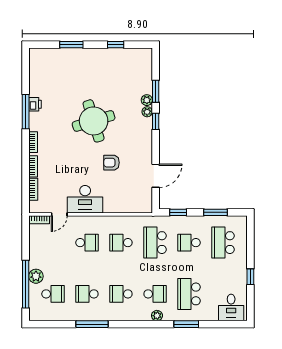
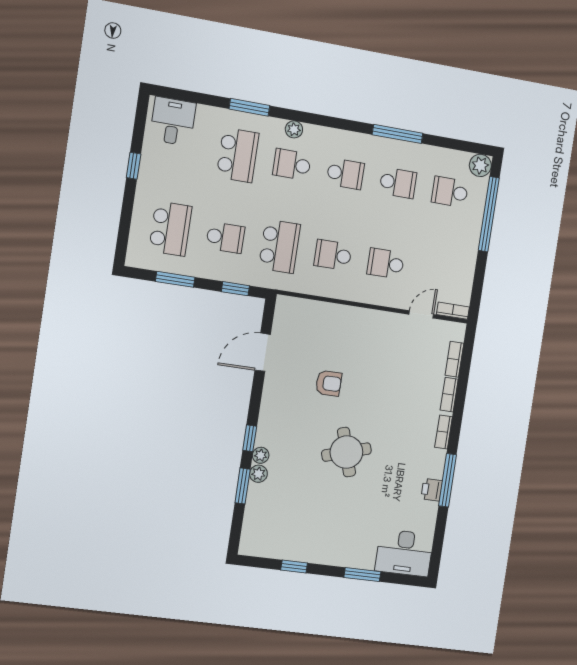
round table: (94, 121) -> (346, 452), width x0.73, depth x0.73
desk: (85, 199) -> (404, 553), moved, turned 180
school desk: (121, 243) -> (333, 255), turned 180
plant: (36, 276) -> (480, 165), moved

